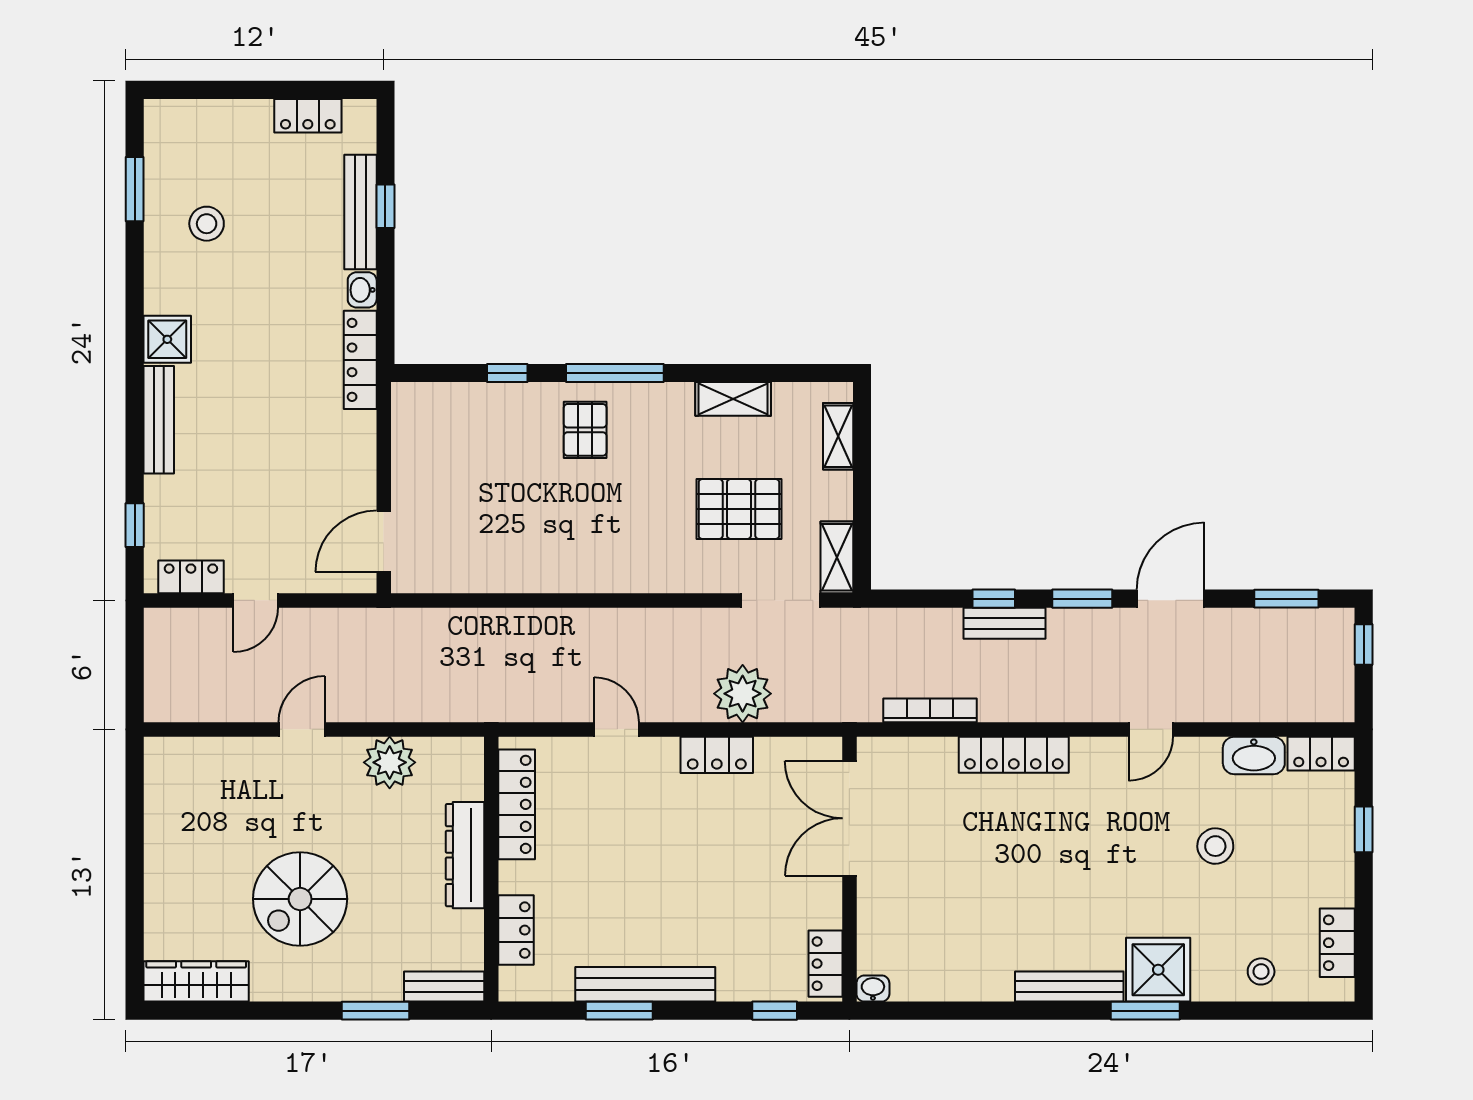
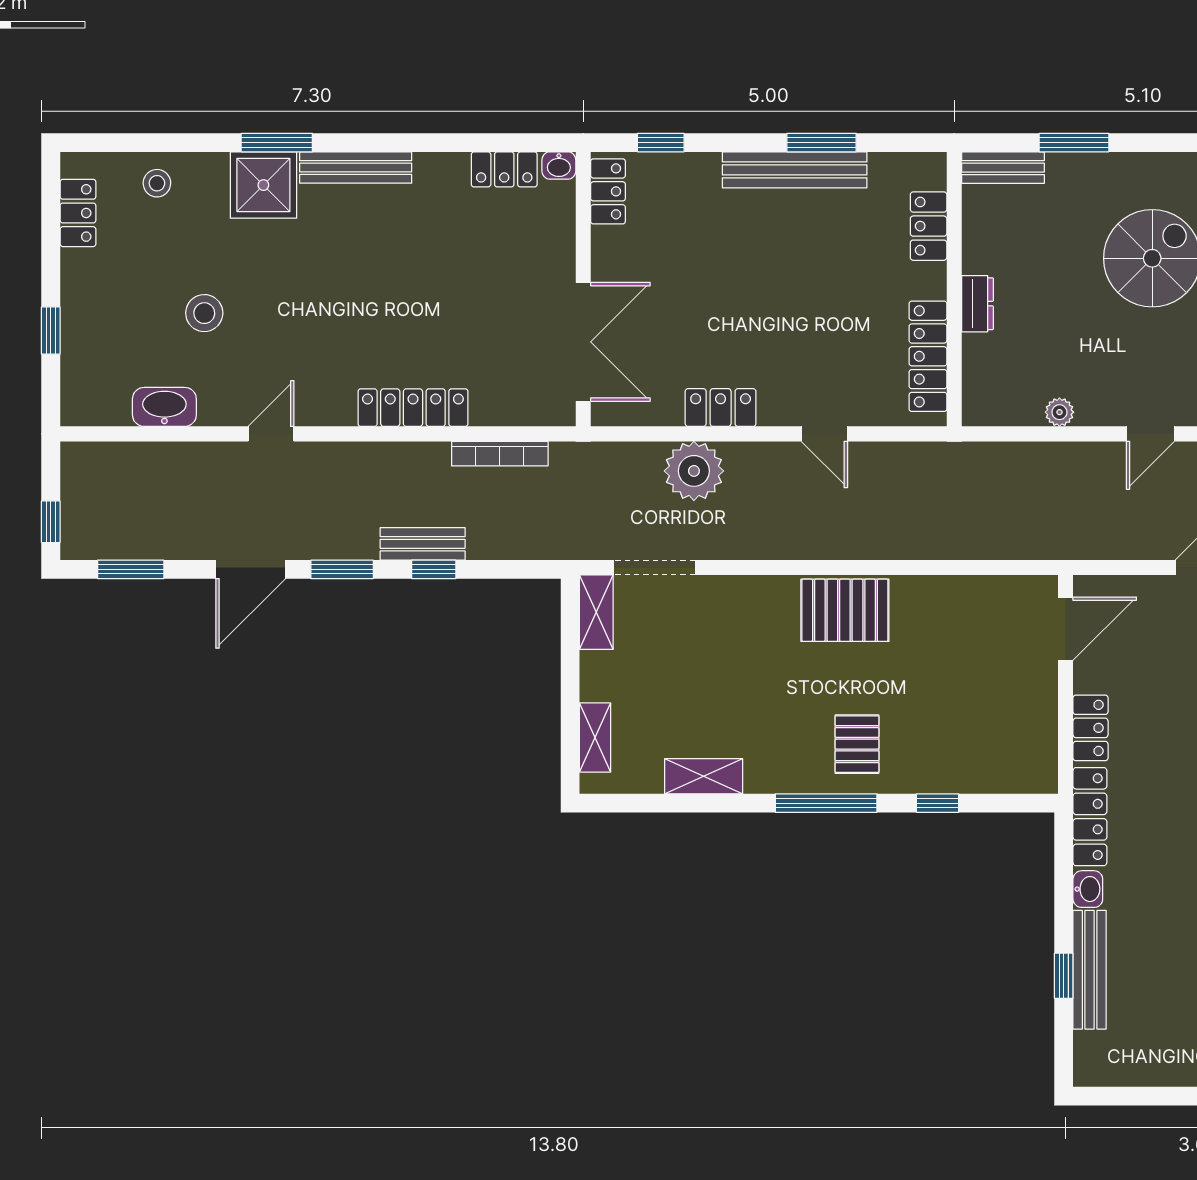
locker: (308, 116) -> (1090, 728), moved, turned 90
pallet: (739, 509) -> (845, 610), moved
locker: (1321, 754) -> (504, 169), moved, turned 180
plant: (390, 762) -> (1059, 412), width x0.53, depth x0.53
dresser: (465, 855) -> (977, 304), width x0.51, depth x0.80

